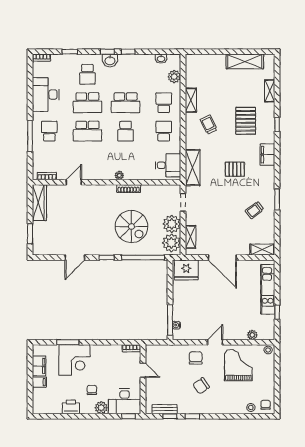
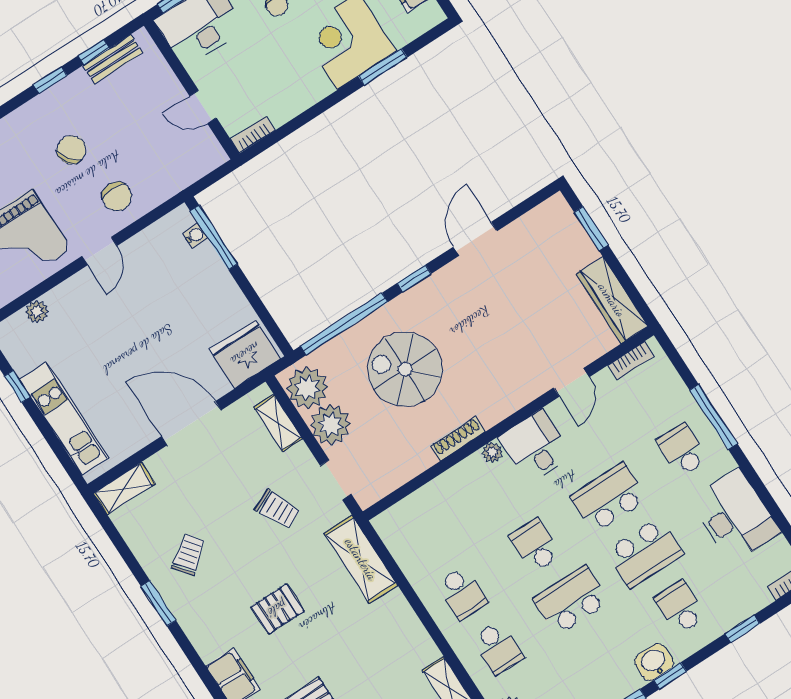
school desk: (87, 103) -> (644, 553), turned 180
trolley: (209, 125) -> (278, 509), moved
school desk: (49, 131) -> (682, 450), turned 180
desk: (168, 165) -> (535, 447), moved, turned 90

